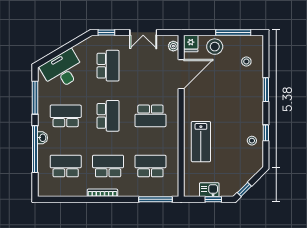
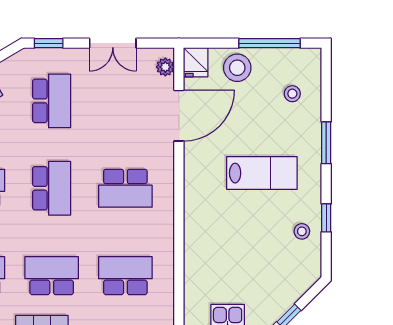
lab bench: (201, 142) -> (262, 173), moved, turned -90

